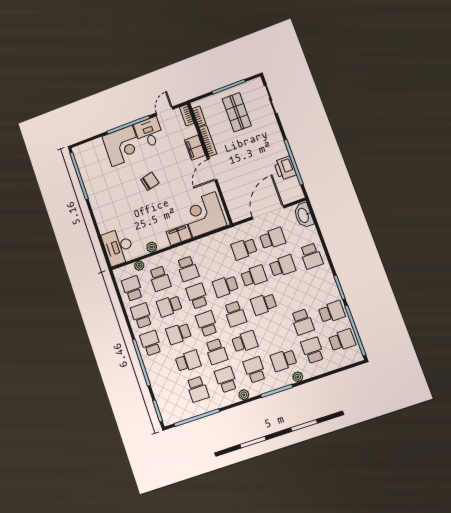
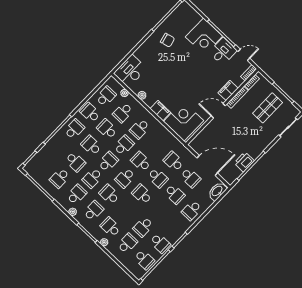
chair: (150, 181) -> (167, 40), moved
school desk: (141, 316) -> (90, 113), turned -90
school desk: (245, 342) -> (109, 194), turned 180

